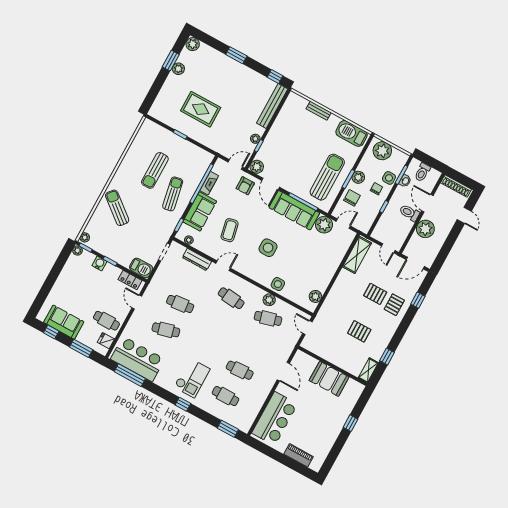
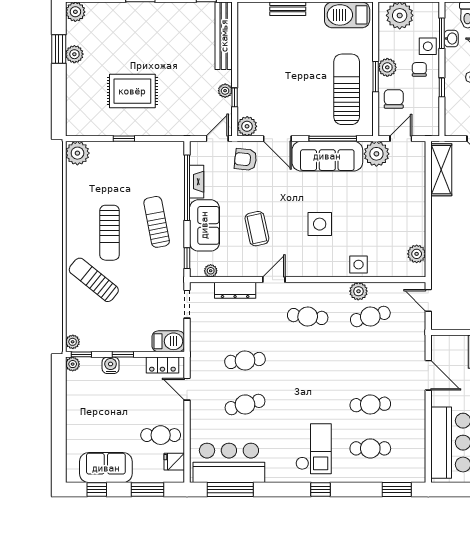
plant: (148, 128) -> (77, 153), added
sun lounger: (155, 170) -> (110, 233), moved
armchair: (245, 186) -> (245, 159), turned 96

